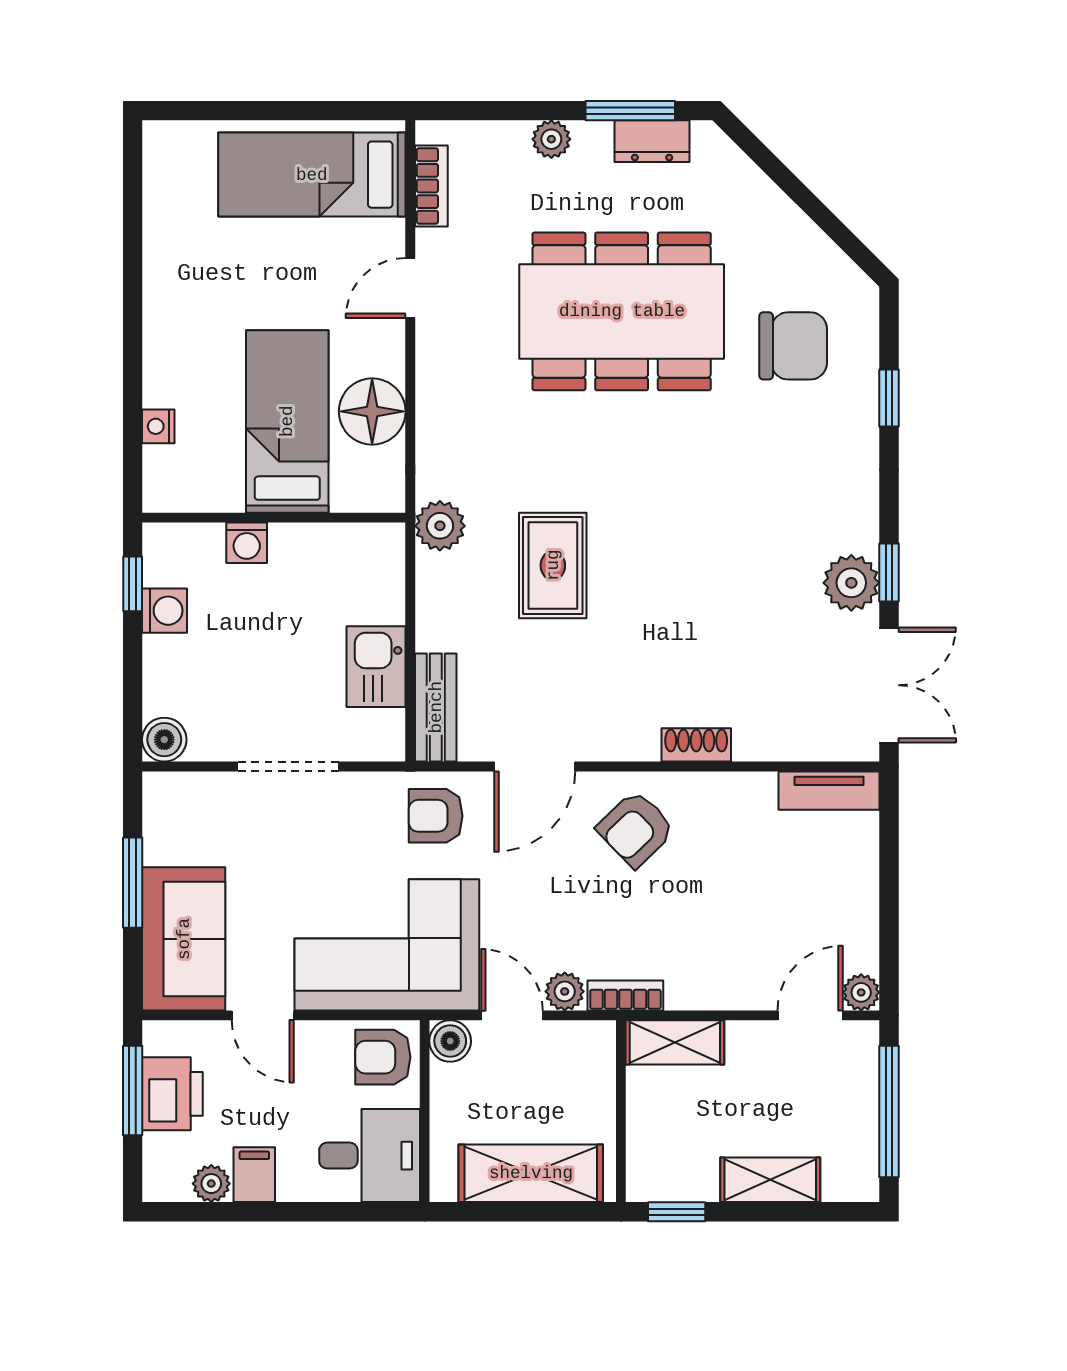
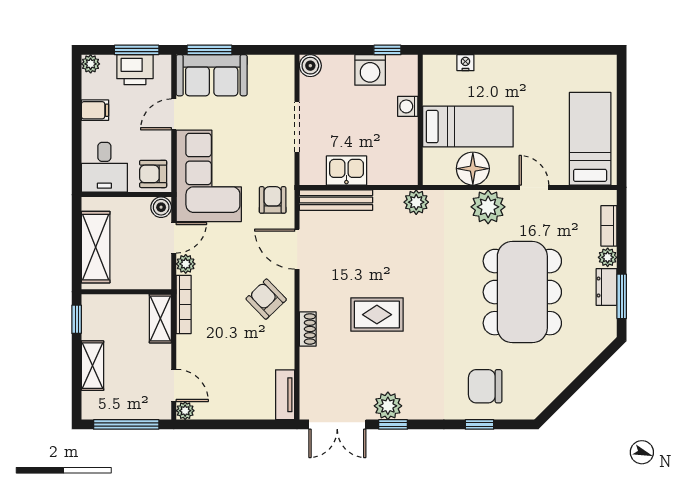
dresser: (652, 141) -> (607, 287), moved
bookcase: (431, 186) -> (609, 226), moved, turned 90
chair: (793, 346) -> (485, 386), moved, turned 90
plant: (450, 381) -> (488, 207), added
rug: (553, 565) -> (377, 315), moved
washing machine: (164, 611) -> (370, 70), width x1.38, depth x1.38
bench: (436, 707) -> (336, 200), width x1.36
window: (133, 883) -> (210, 50), moved
bookcase: (625, 996) -> (184, 305), width x1.56
armchair: (383, 1057) -> (153, 174), turned -90
plant: (211, 1184) -> (91, 64), moved

